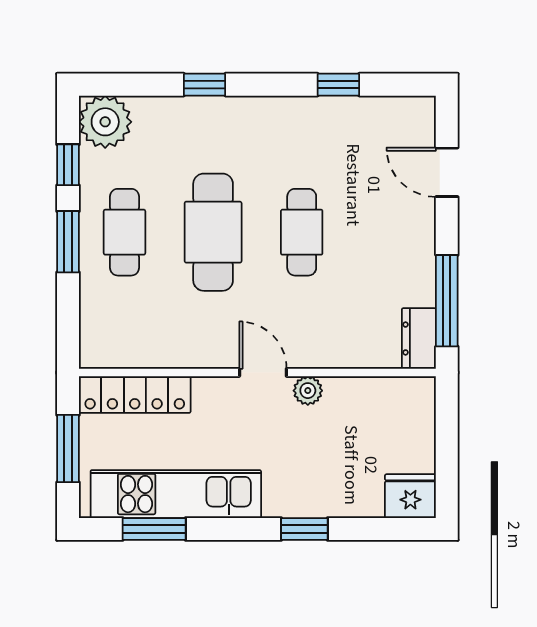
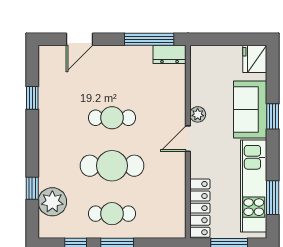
window: (205, 85) -> (32, 188), moved
plant: (105, 122) -> (52, 202), moved
sofa: (317, 488) -> (250, 110), added

